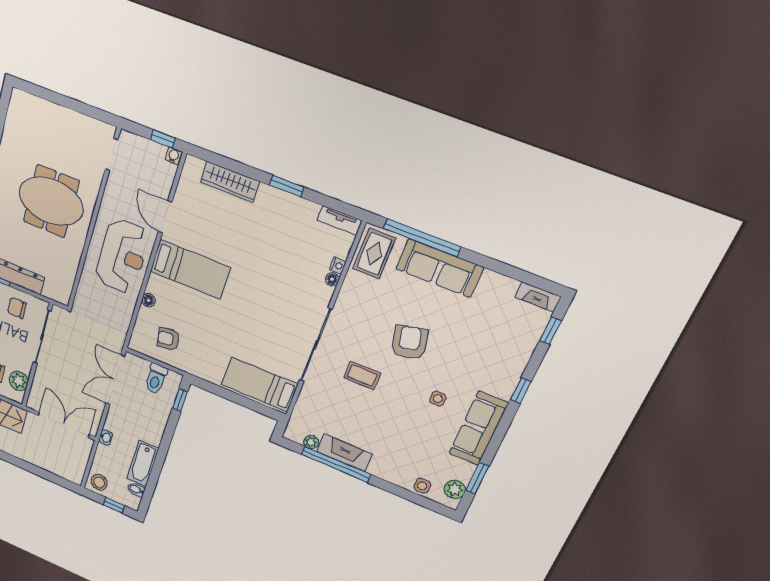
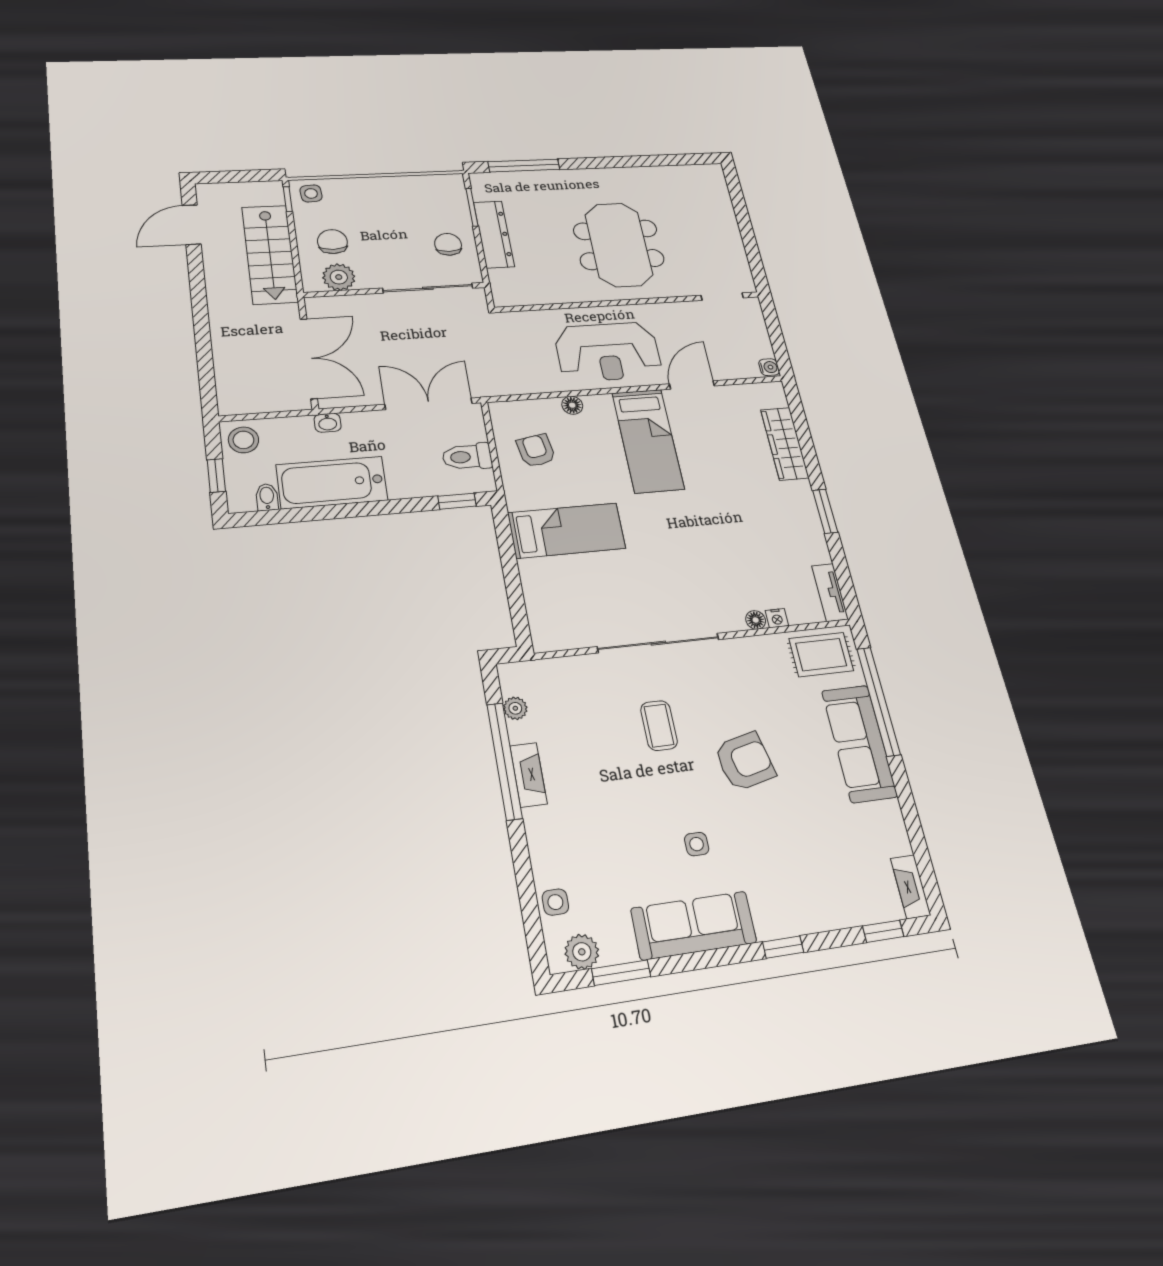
window: (163, 139) -> (779, 348), removed
bed: (260, 384) -> (567, 531), moved, turned 90
fireplace: (344, 453) -> (528, 775), width x0.73, depth x0.76
bathtub: (143, 464) -> (332, 483), width x1.36, depth x1.36

